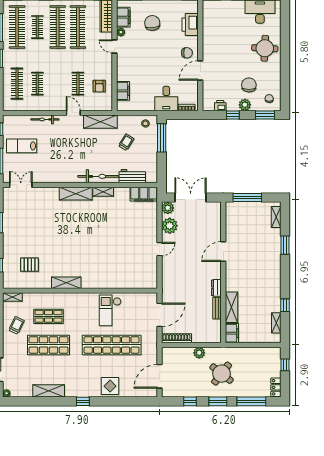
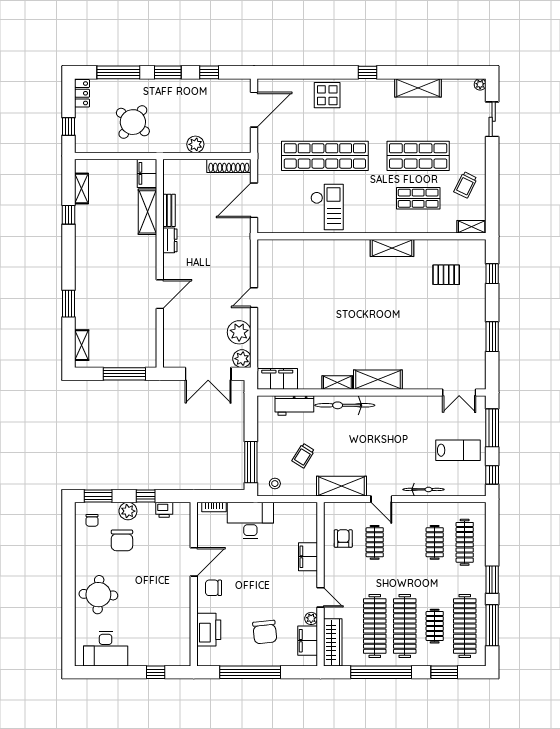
filing cabinet: (123, 91) -> (308, 557), moved
desk: (166, 98) -> (250, 520), width x1.37
round table: (221, 374) -> (133, 122), moved

